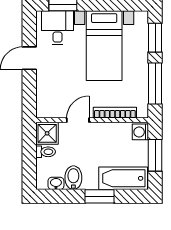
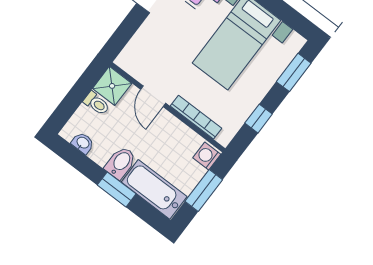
window: (155, 84) -> (259, 119), width x0.46
door: (78, 120) -> (153, 96), swing flipped
bidet: (73, 178) -> (121, 163), moved

